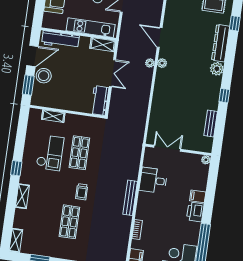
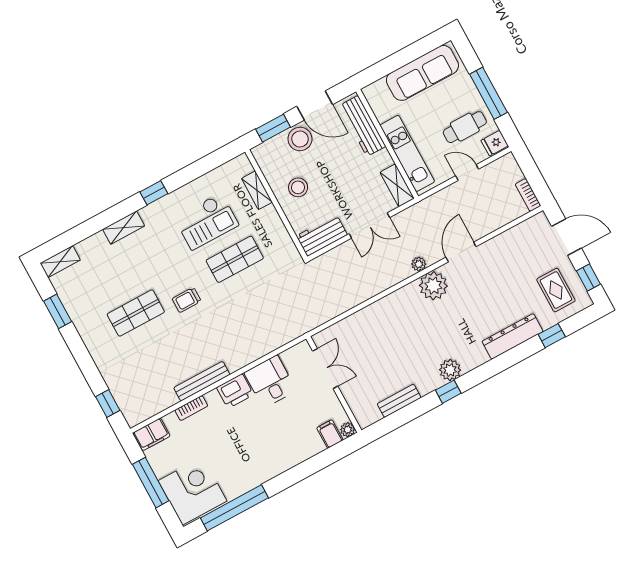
plant: (162, 63) -> (433, 286), width x1.88, depth x1.88
plant: (217, 69) -> (450, 370), moved
stool: (67, 95) -> (298, 187), added
filing cabinet: (198, 196) -> (330, 434), moved
bench: (130, 198) -> (202, 381), moved
printer: (195, 212) -> (235, 391), moved, turned 180

